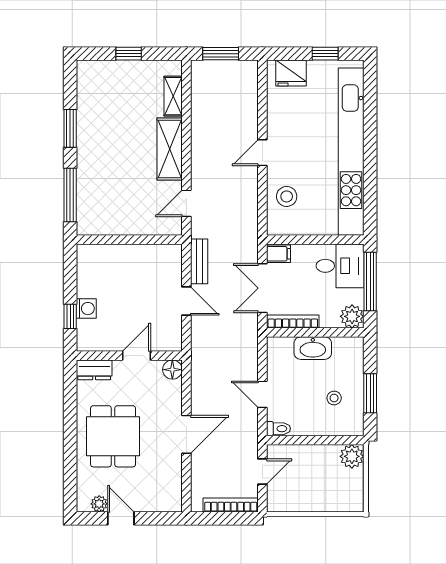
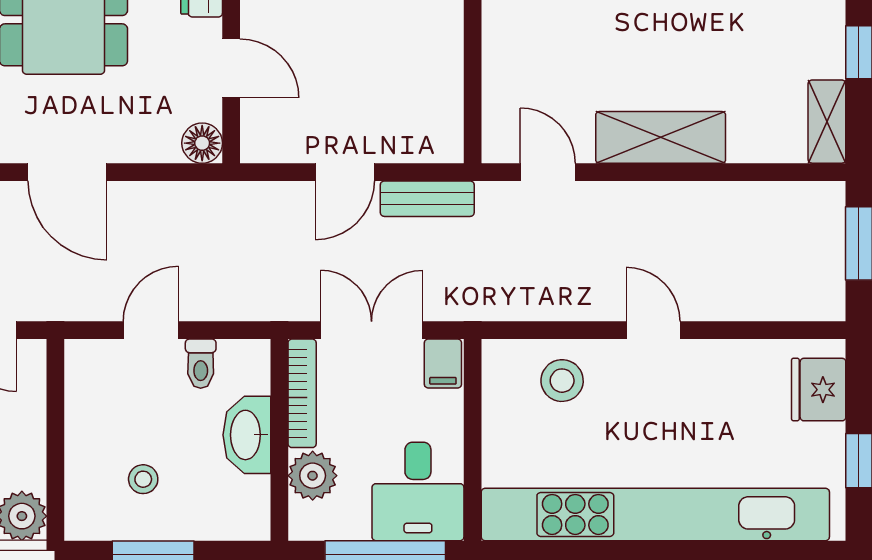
shelving: (173, 96) -> (827, 122), moved, turned 90
plant: (352, 316) -> (313, 476), moved
toilet: (279, 429) -> (201, 364), moved

